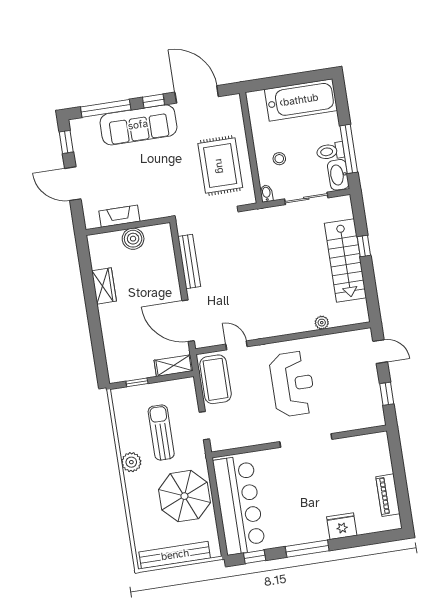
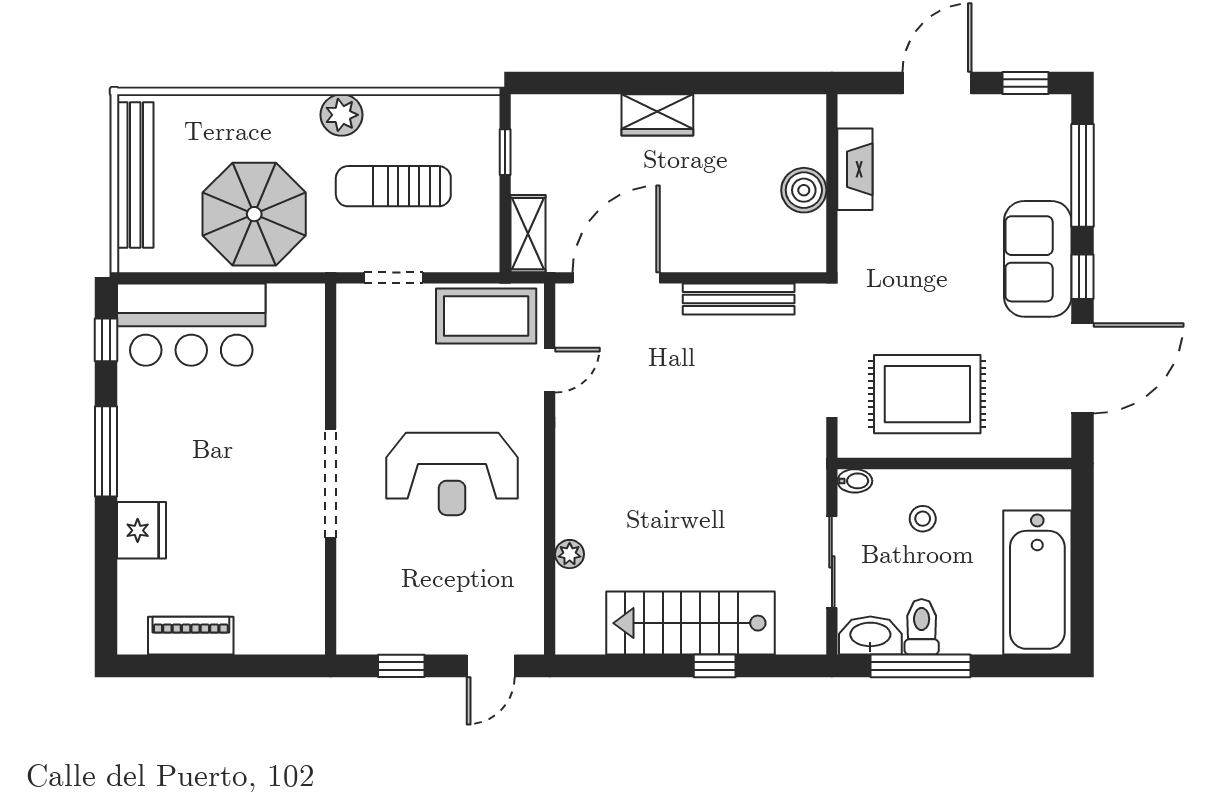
sofa: (138, 125) -> (1038, 259), width x0.73
wardrobe: (104, 286) -> (657, 115), moved
sun lounger: (161, 433) -> (393, 186), turned 180
bar counter: (239, 505) -> (191, 325), width x0.73

